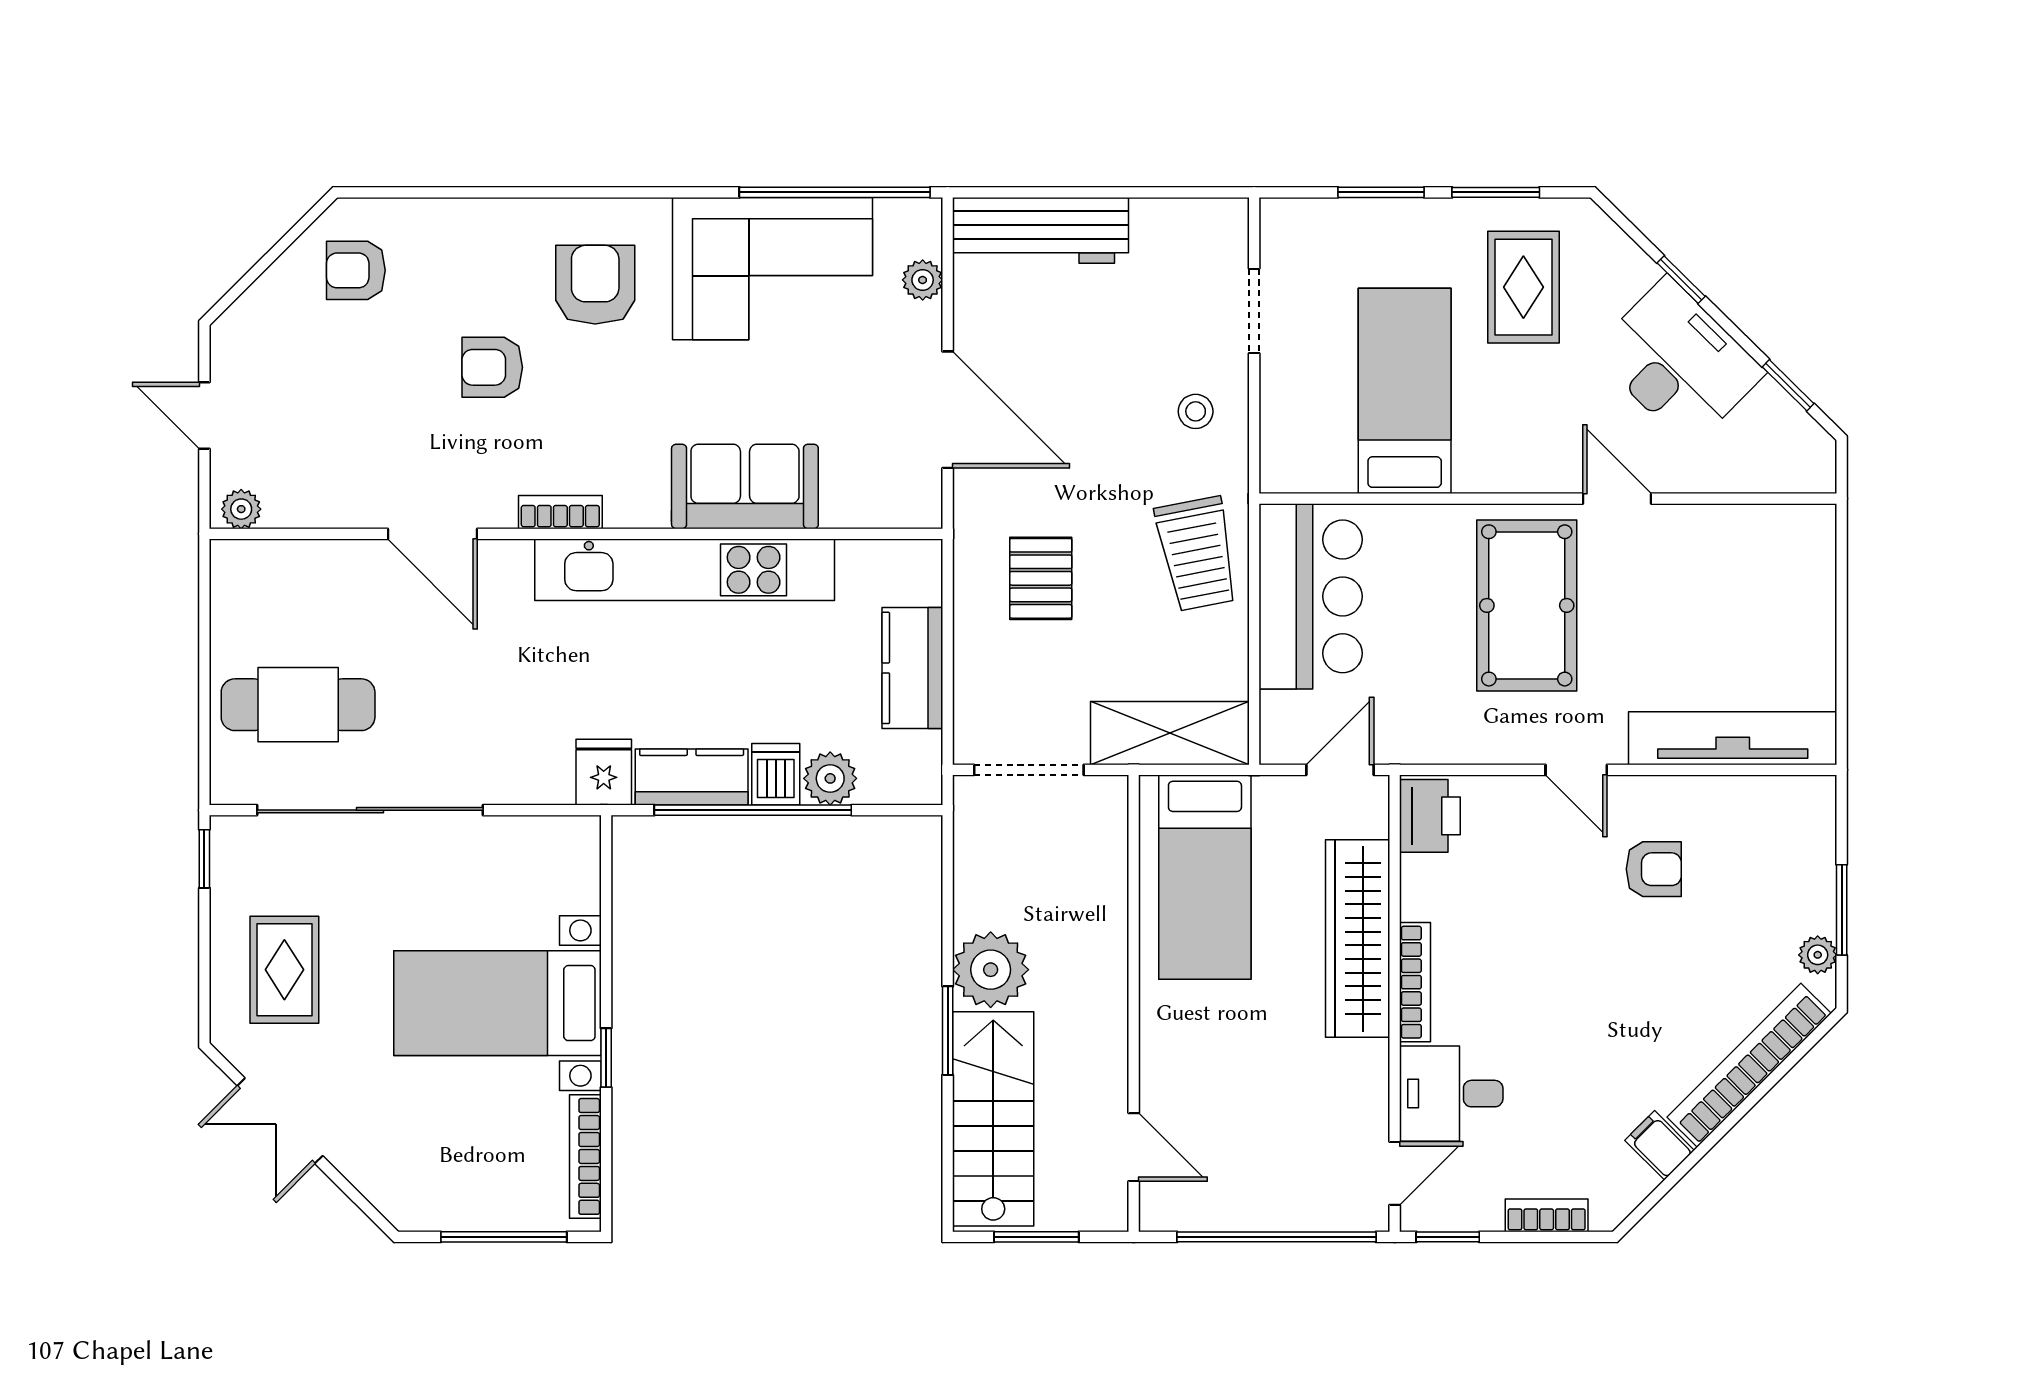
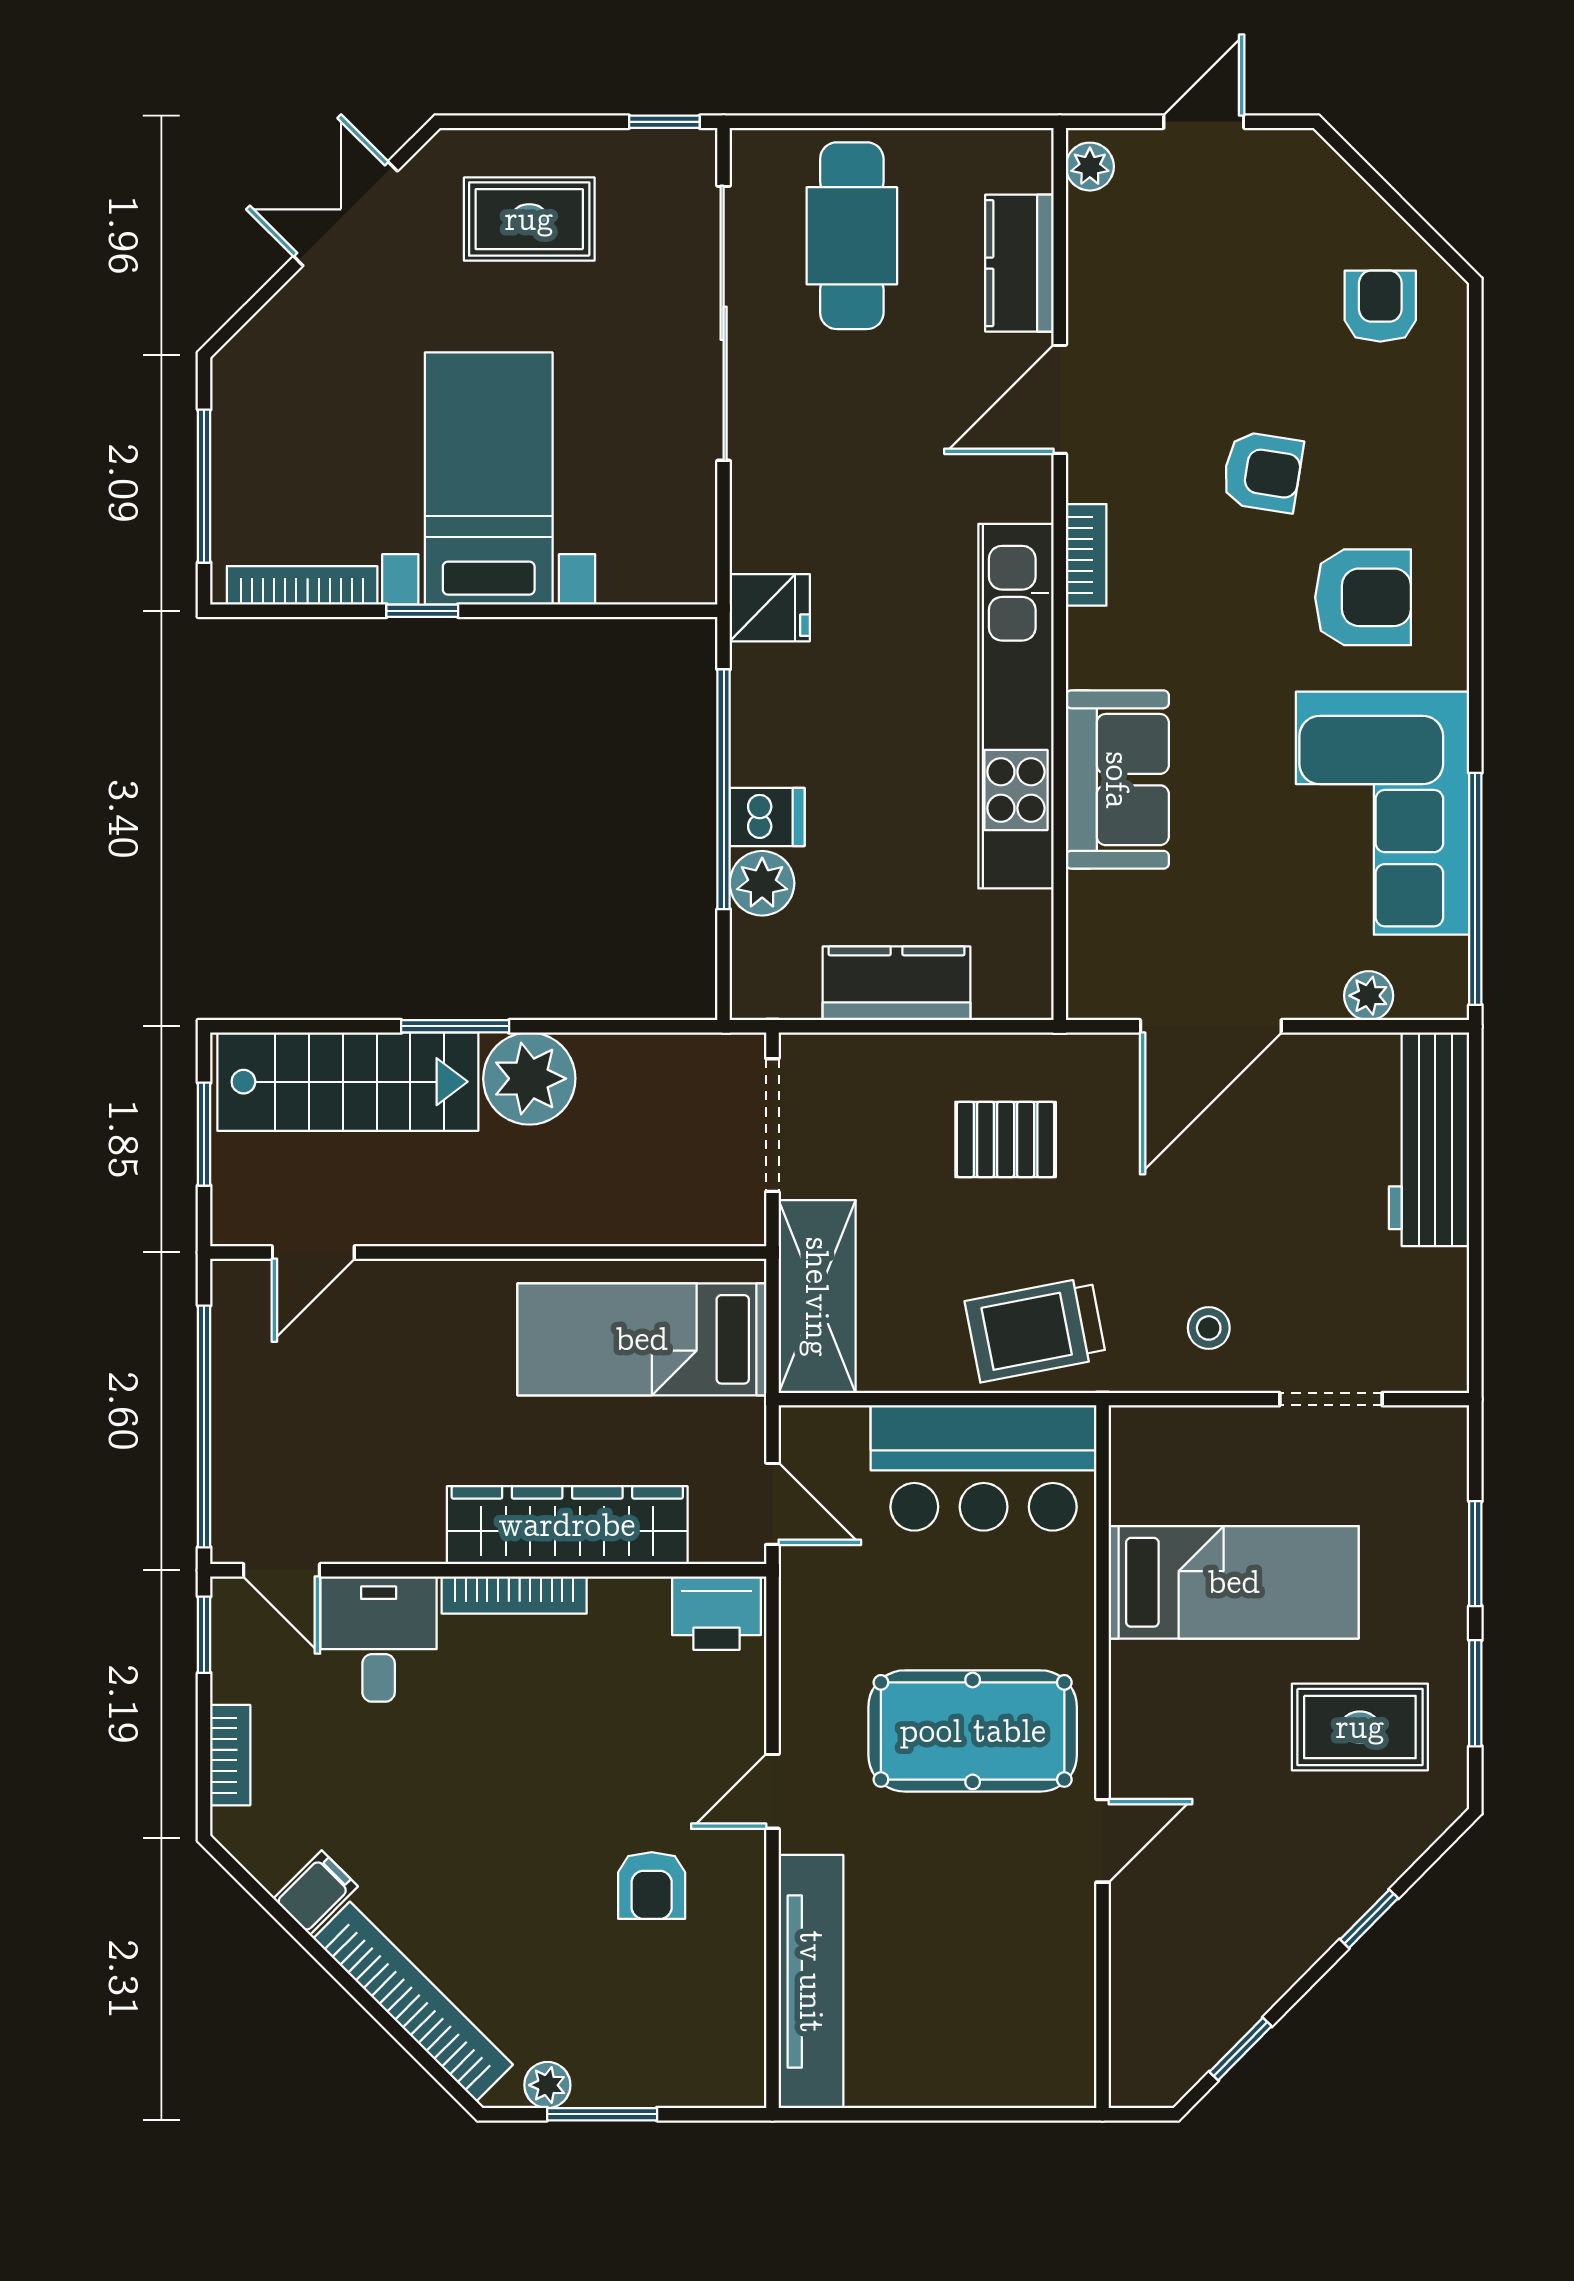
desk: (1678, 362) -> (1269, 1915), removed
armchair: (492, 367) -> (1262, 472), turned 99
kitchen counter: (692, 777) -> (1019, 263), moved, turned 180

